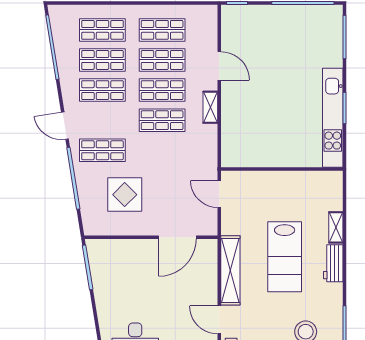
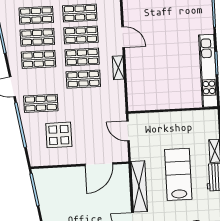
lab bench: (285, 257) -> (178, 174), turned 180

